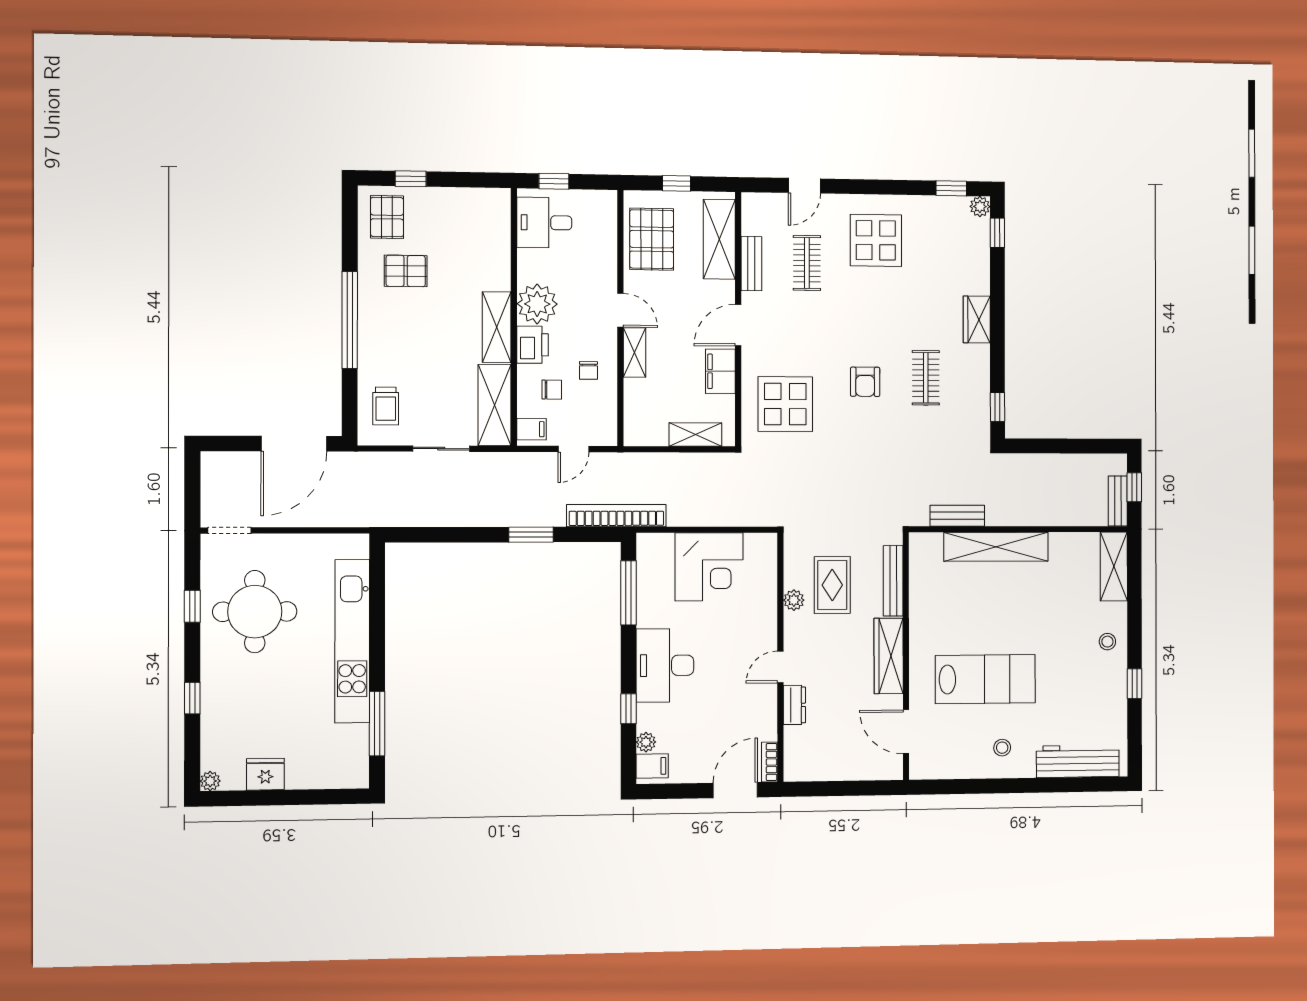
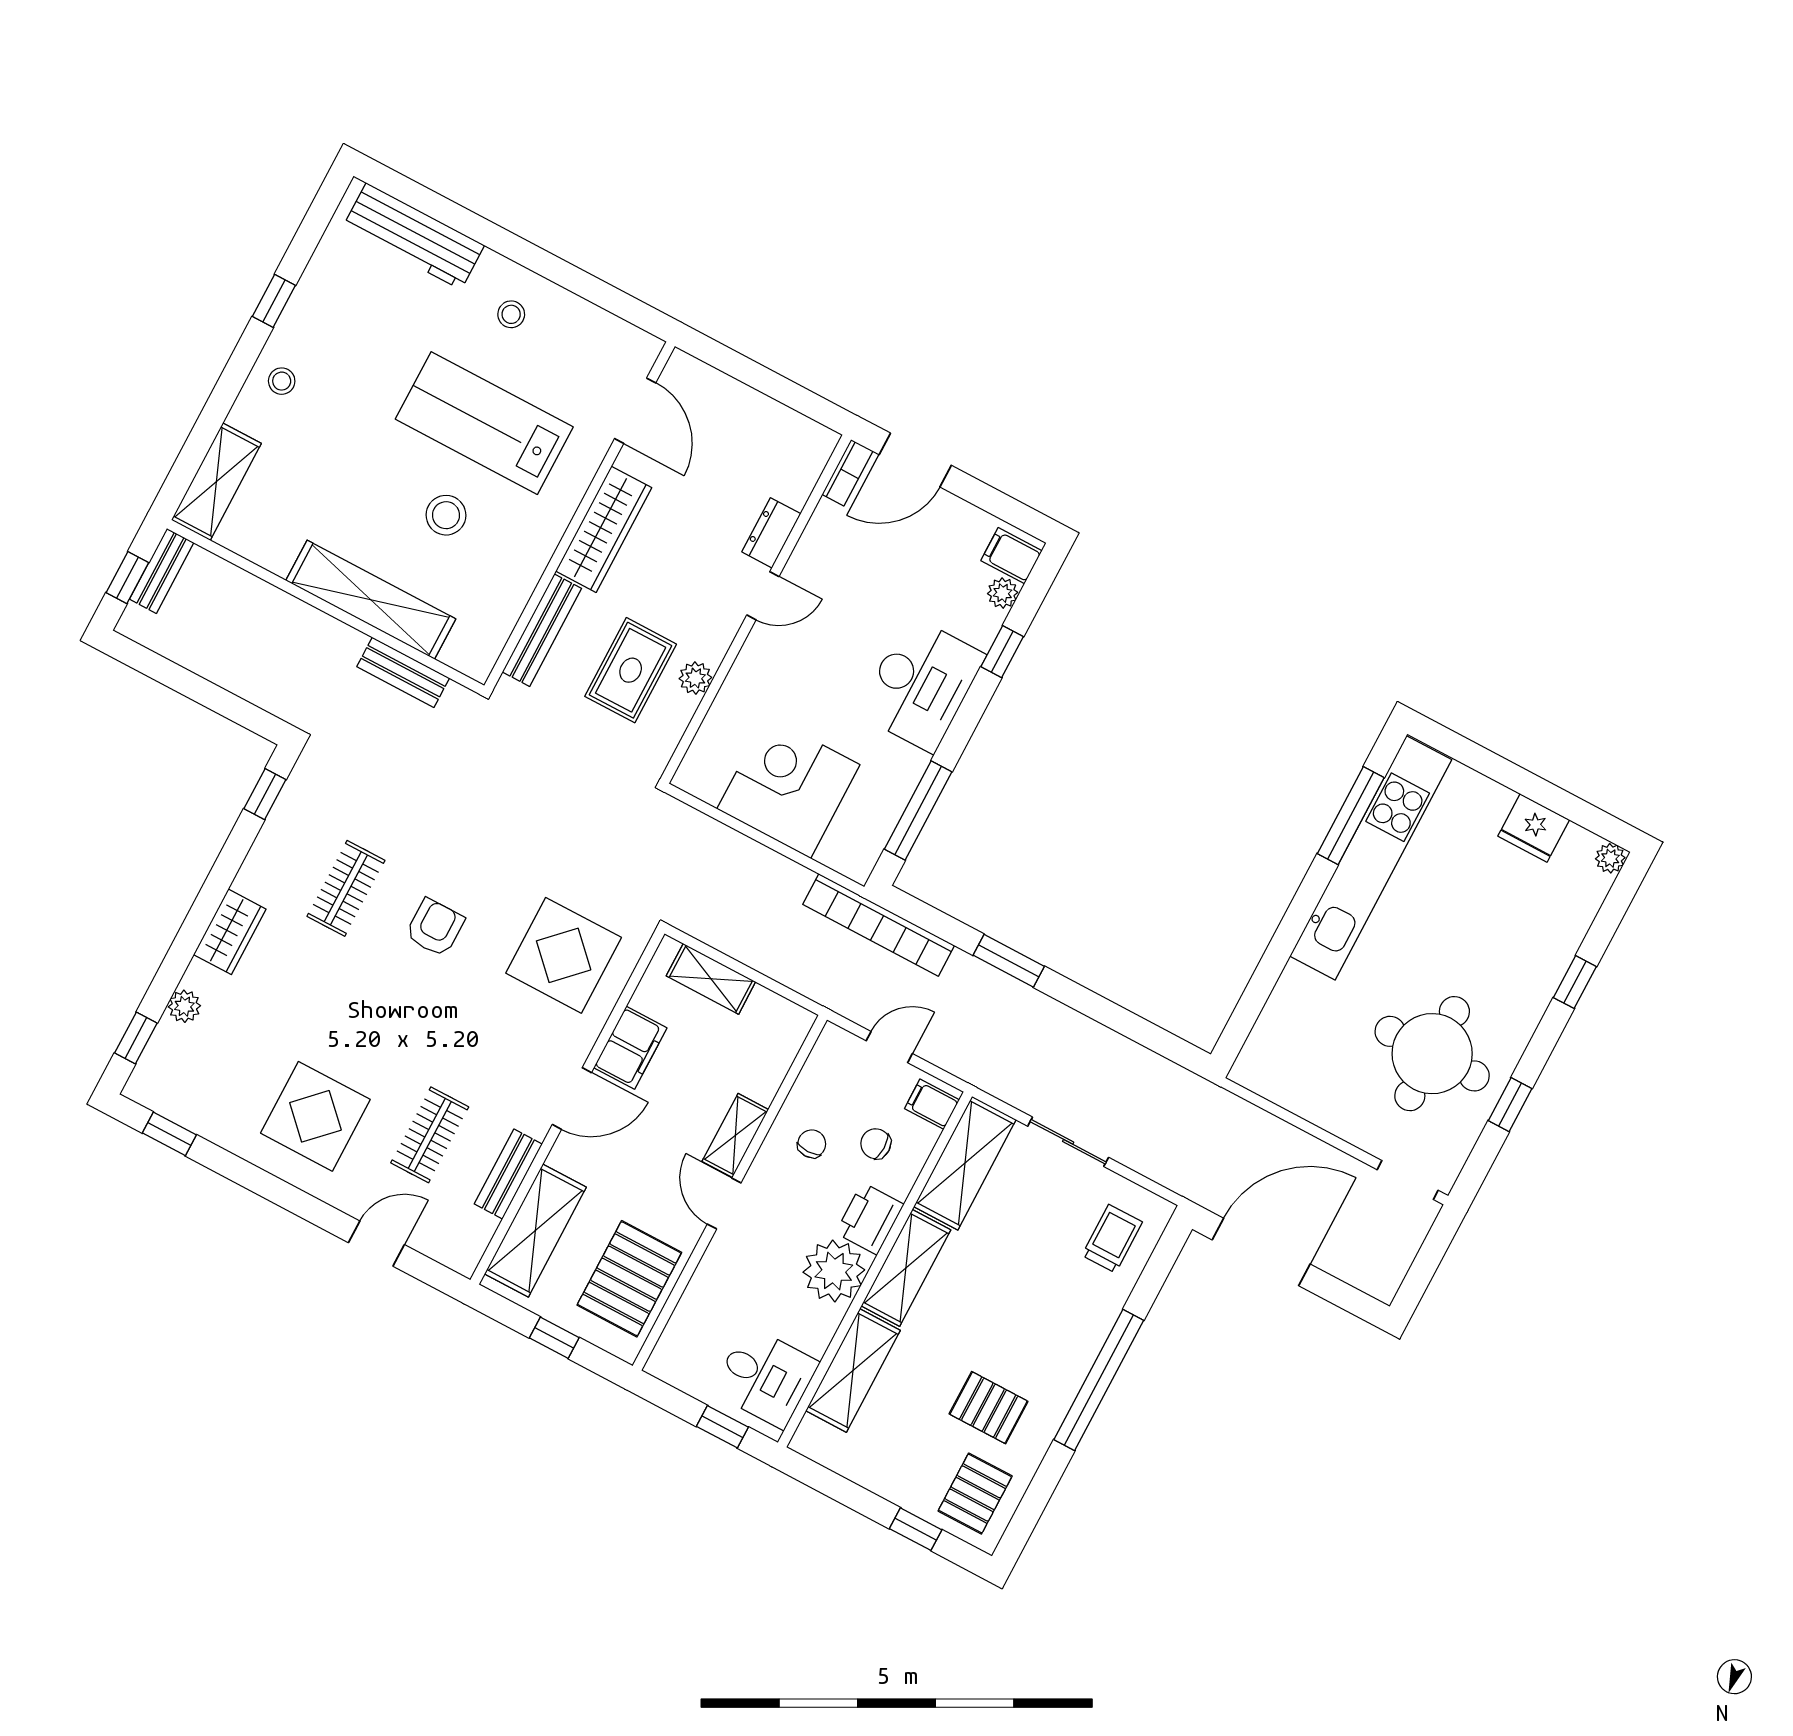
plant: (980, 207) -> (184, 1006), moved
shelving: (496, 252) -> (853, 1370), added
stool: (979, 616) -> (446, 515), added
kitchen unit: (352, 641) -> (1371, 858), moved

